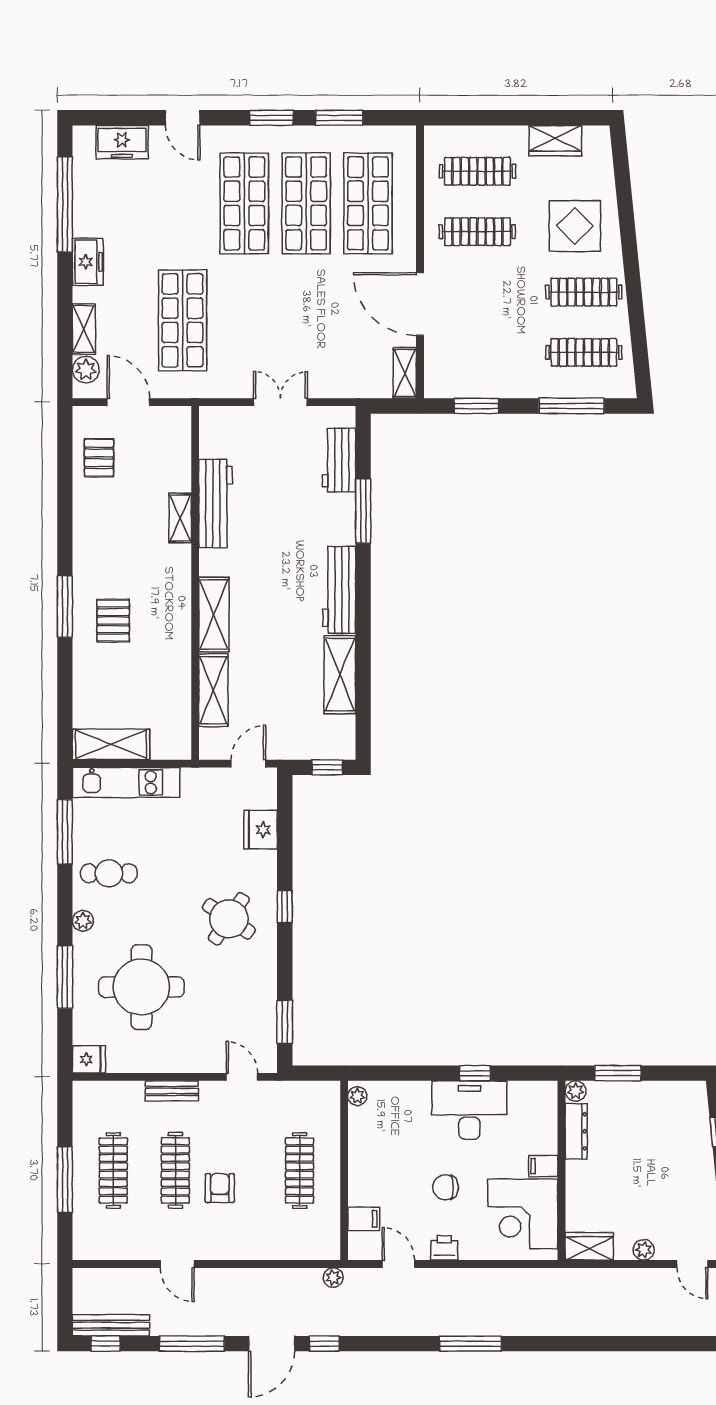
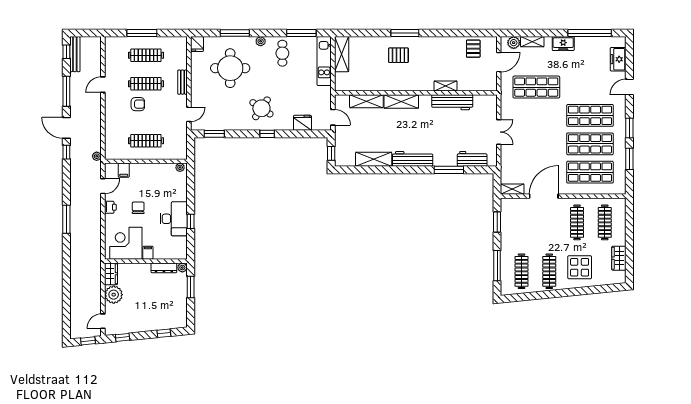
pallet: (99, 458) -> (473, 49), turned 90
plant: (644, 1250) -> (114, 295), width x1.87, depth x1.87

